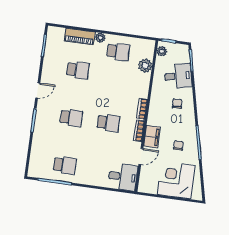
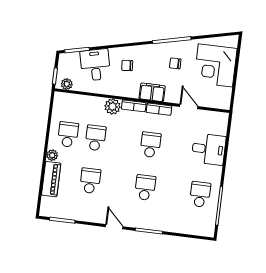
plant: (145, 66) -> (113, 107), moved
school desk: (115, 75) -> (95, 138), added
filing cabinet: (152, 137) -> (152, 92), moved
desk: (123, 177) -> (209, 149), moved, turned 90

